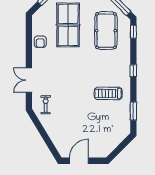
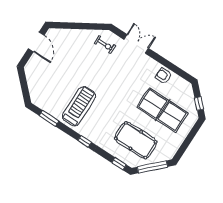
treadmill: (108, 93) -> (79, 106), width x1.37, depth x1.38

